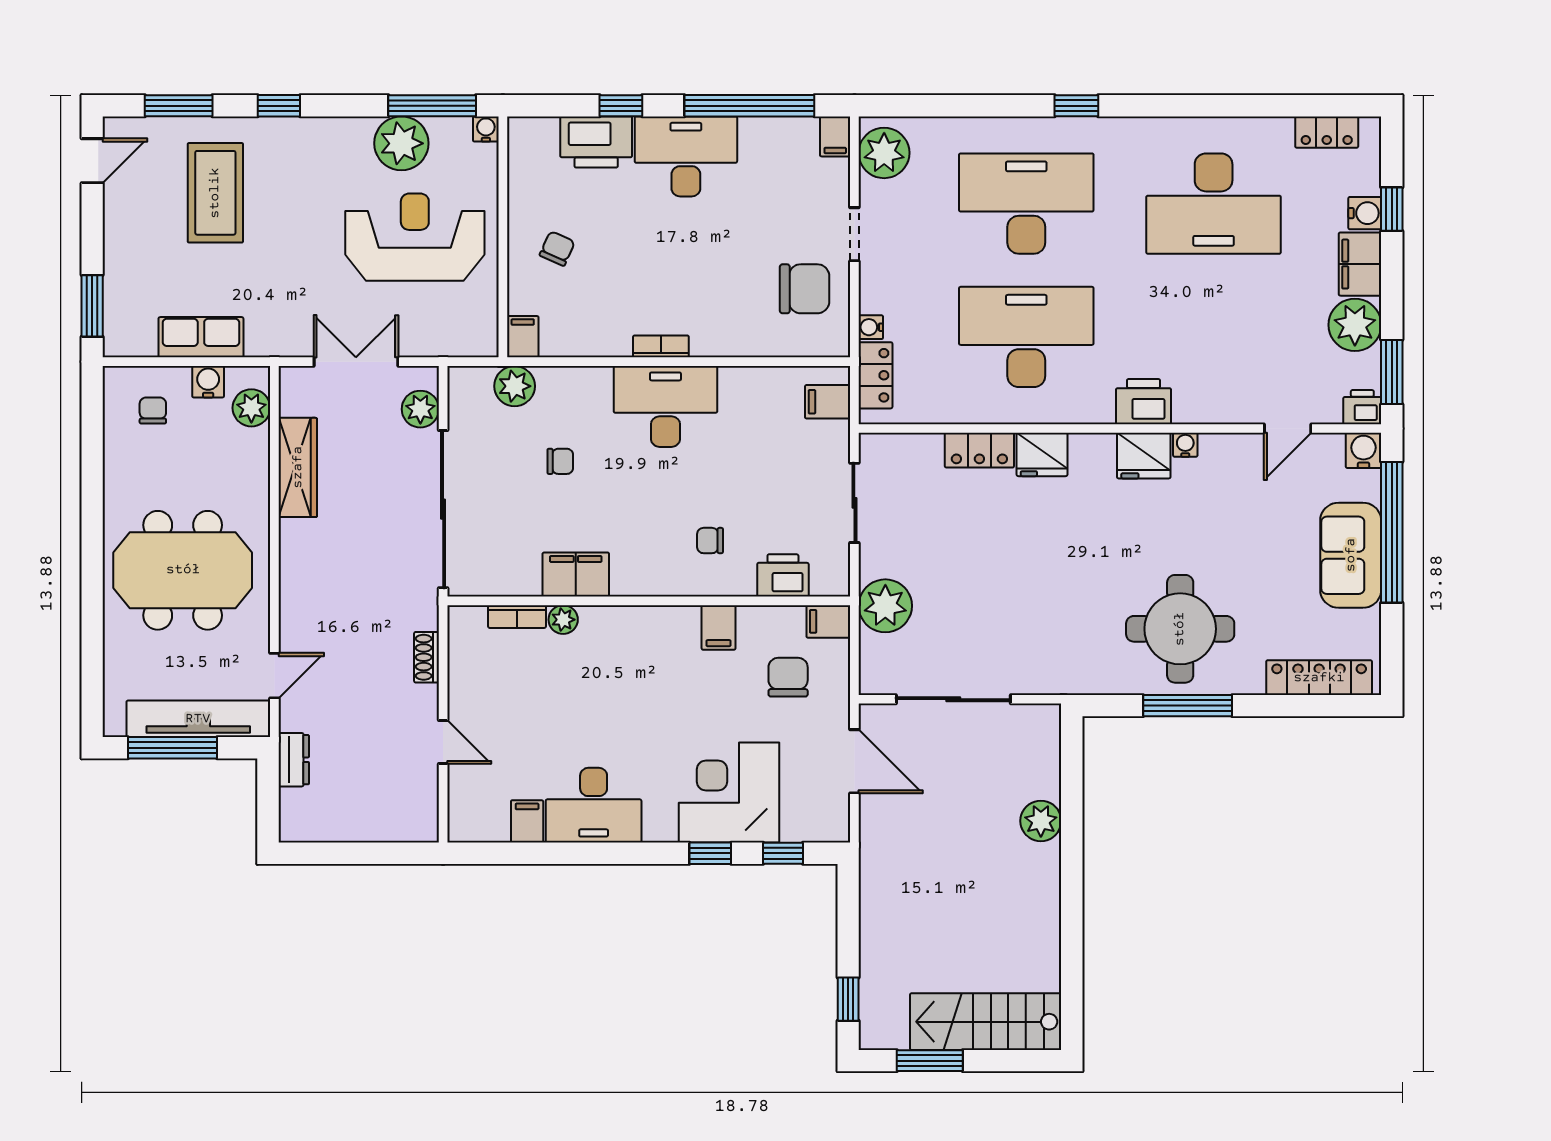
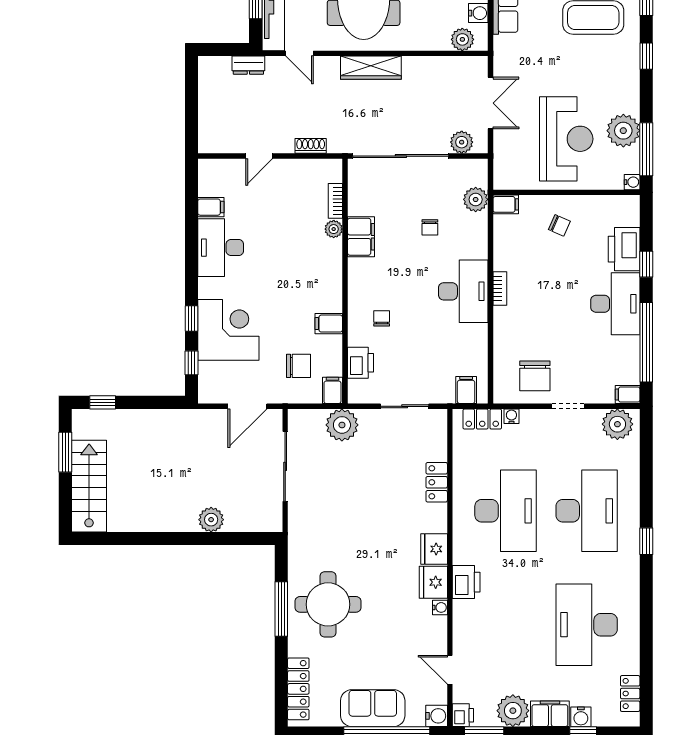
fridge: (1042, 454) -> (434, 549), moved
wardrobe: (298, 467) -> (371, 68), moved

